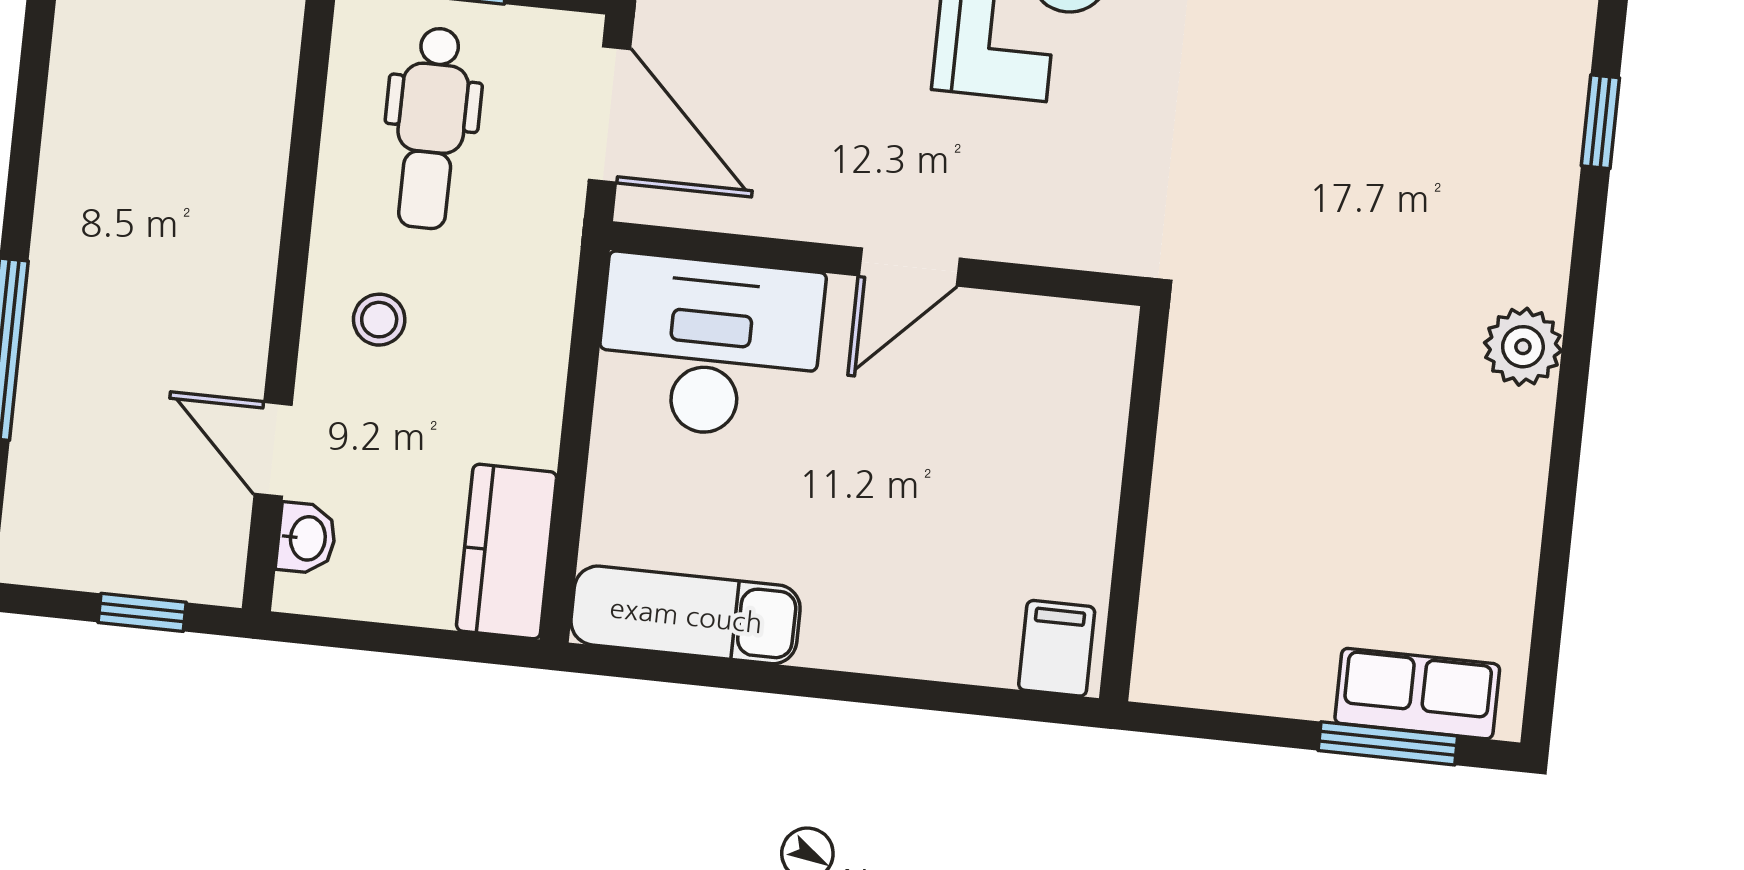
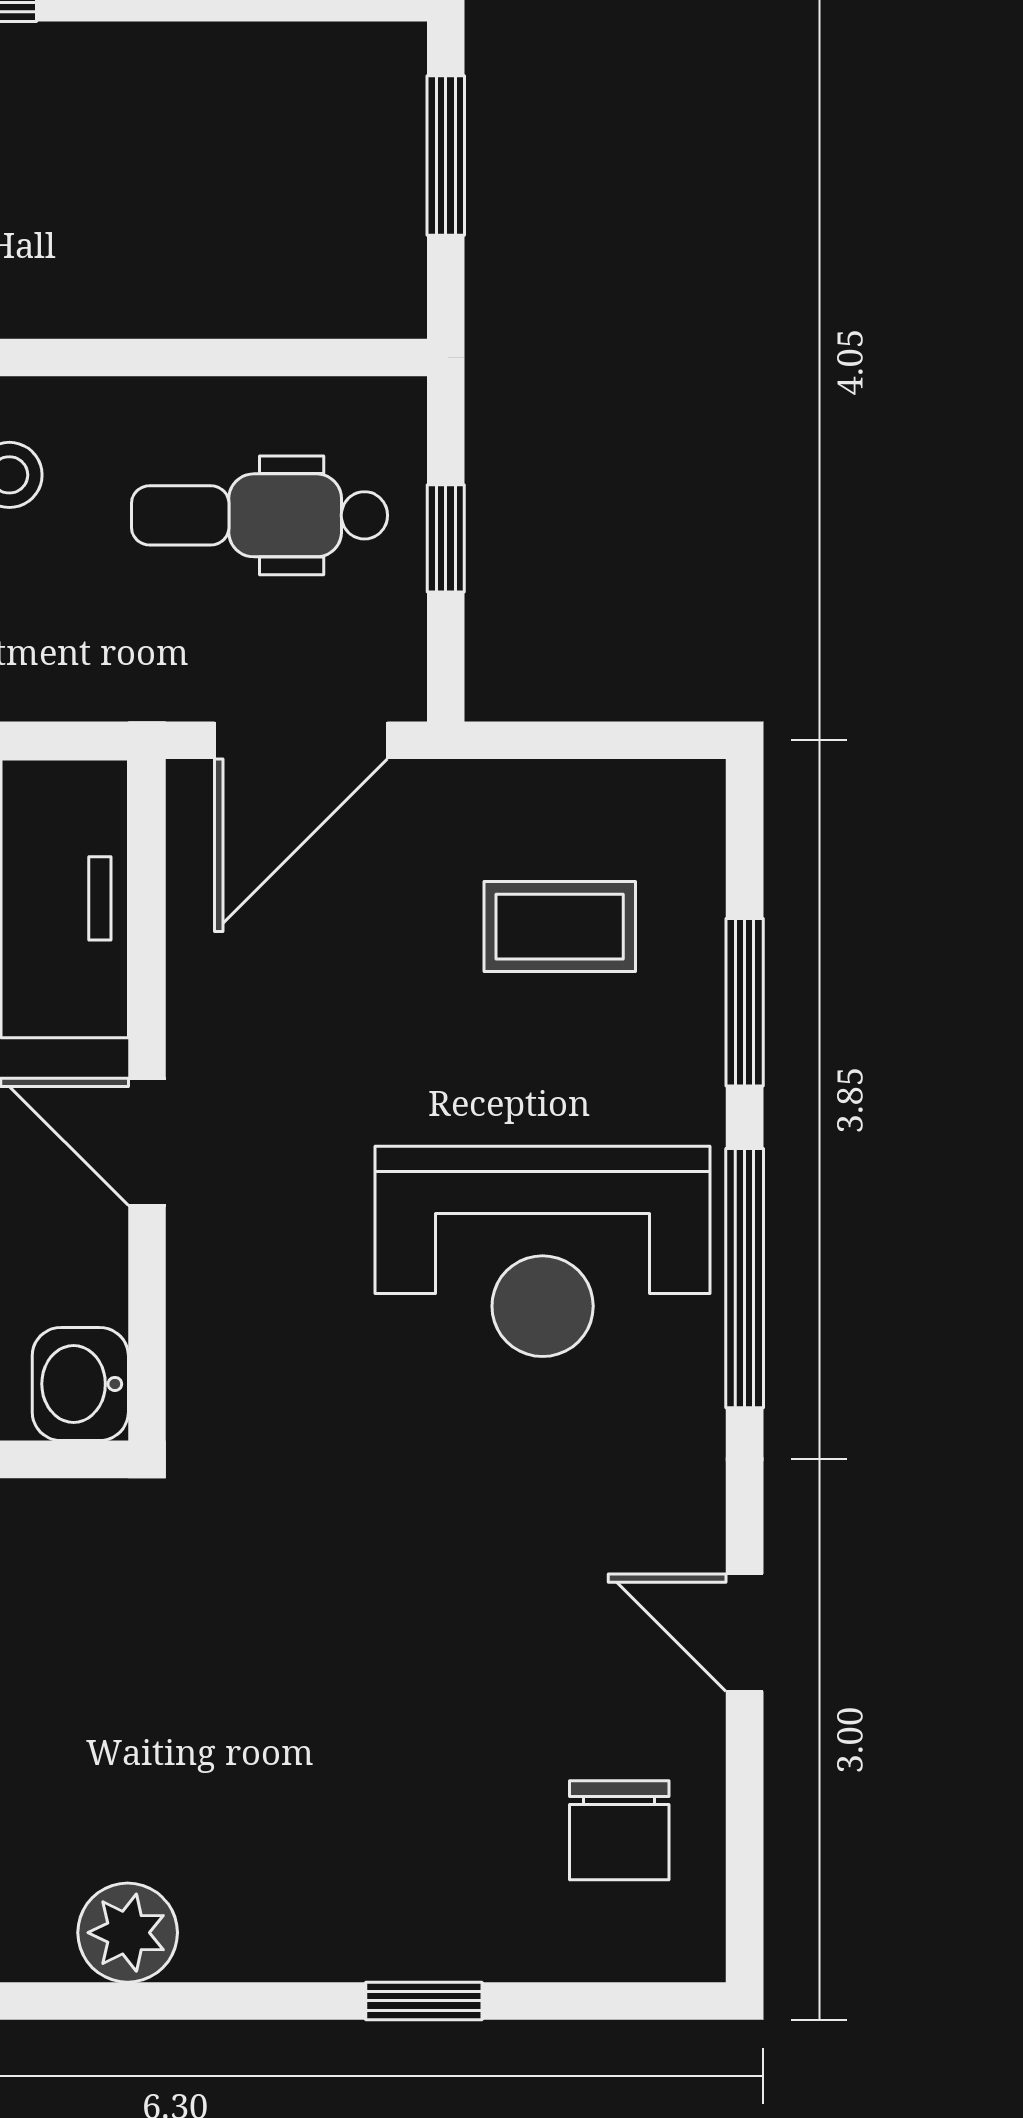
washbasin: (1092, 339) -> (80, 1384), added

